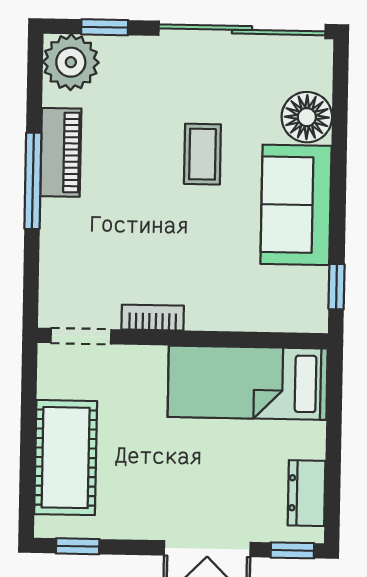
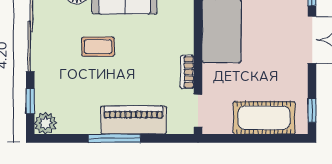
plant: (71, 62) -> (45, 123), width x0.73, depth x0.73
piano: (61, 152) -> (133, 120), moved, width x1.37, depth x1.33

